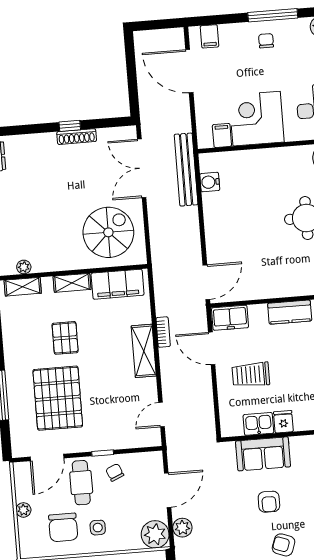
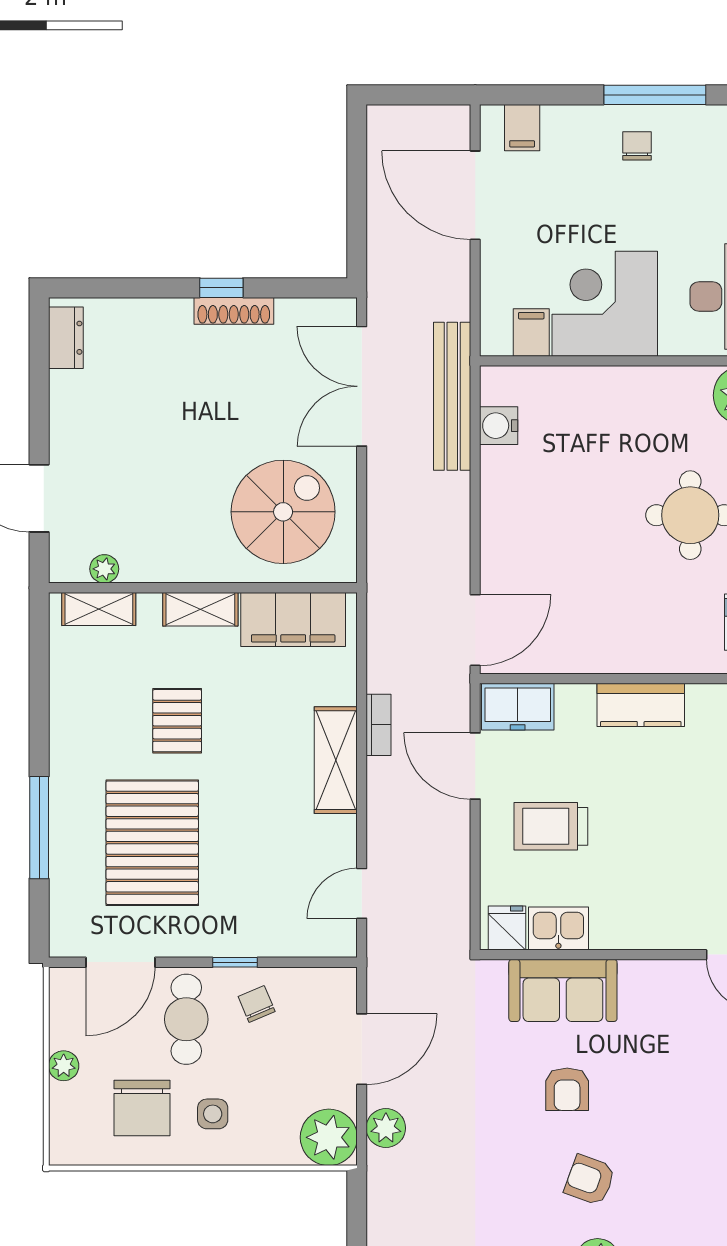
fridge: (283, 422) -> (507, 928), moved

